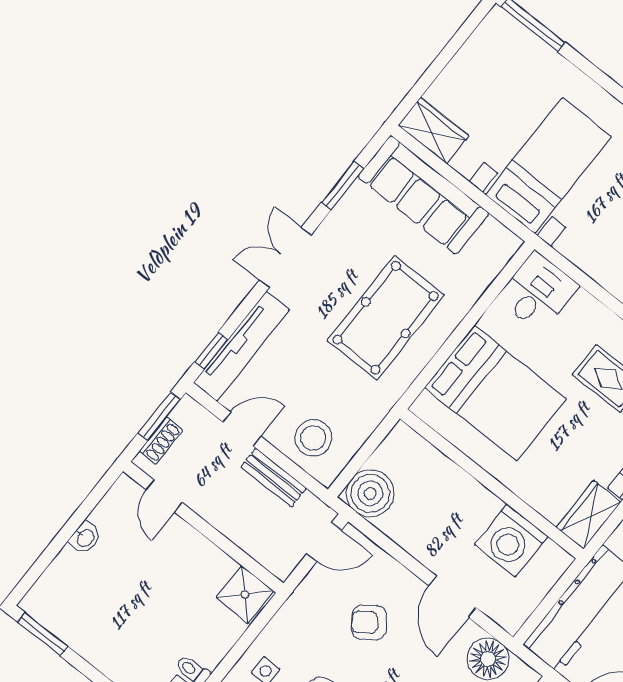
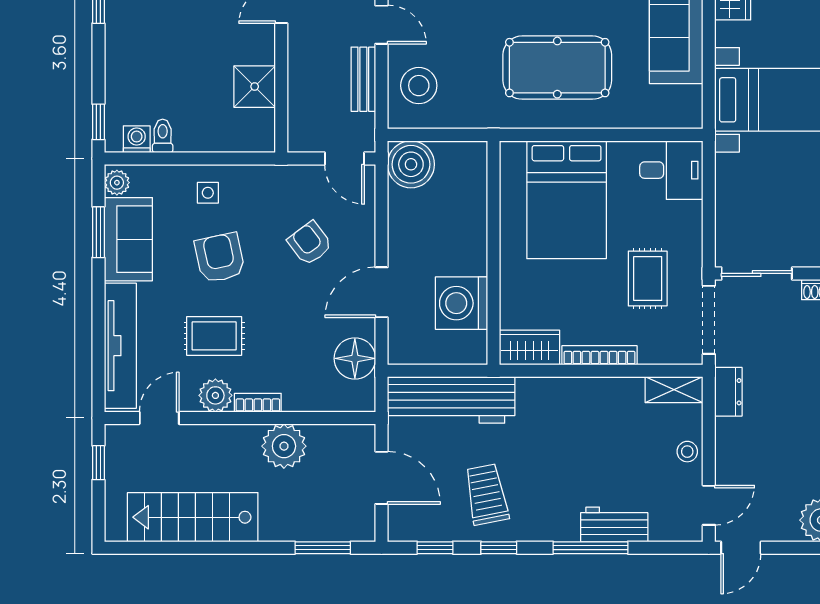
shower: (245, 594) -> (255, 87), moved

